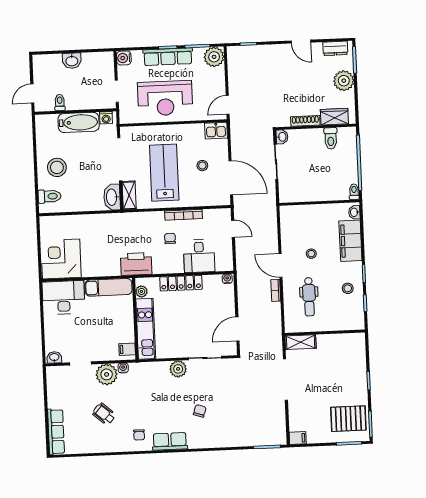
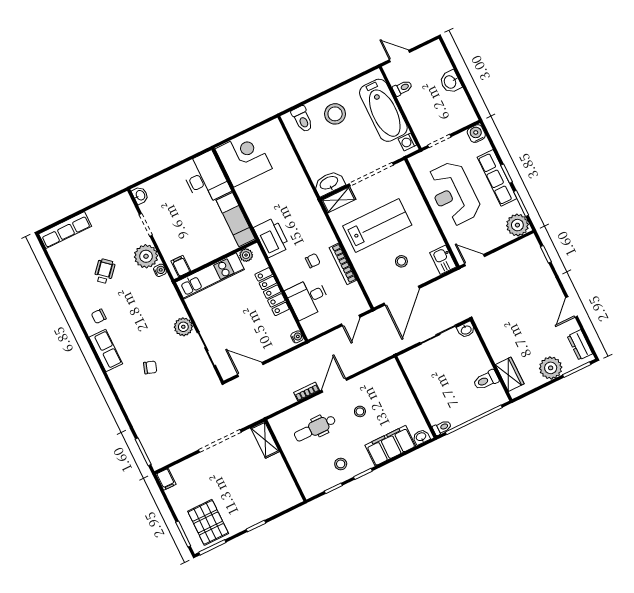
shoe rack: (305, 121) -> (493, 347), removed
bathtub: (79, 122) -> (383, 110), width x1.36, depth x1.36

